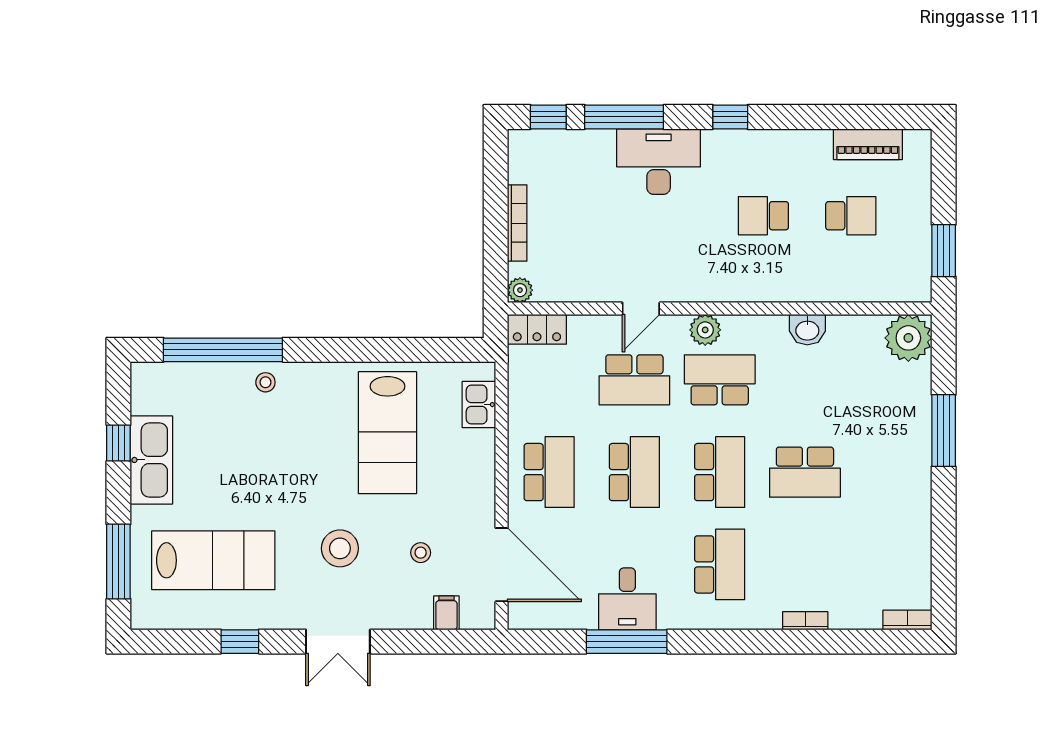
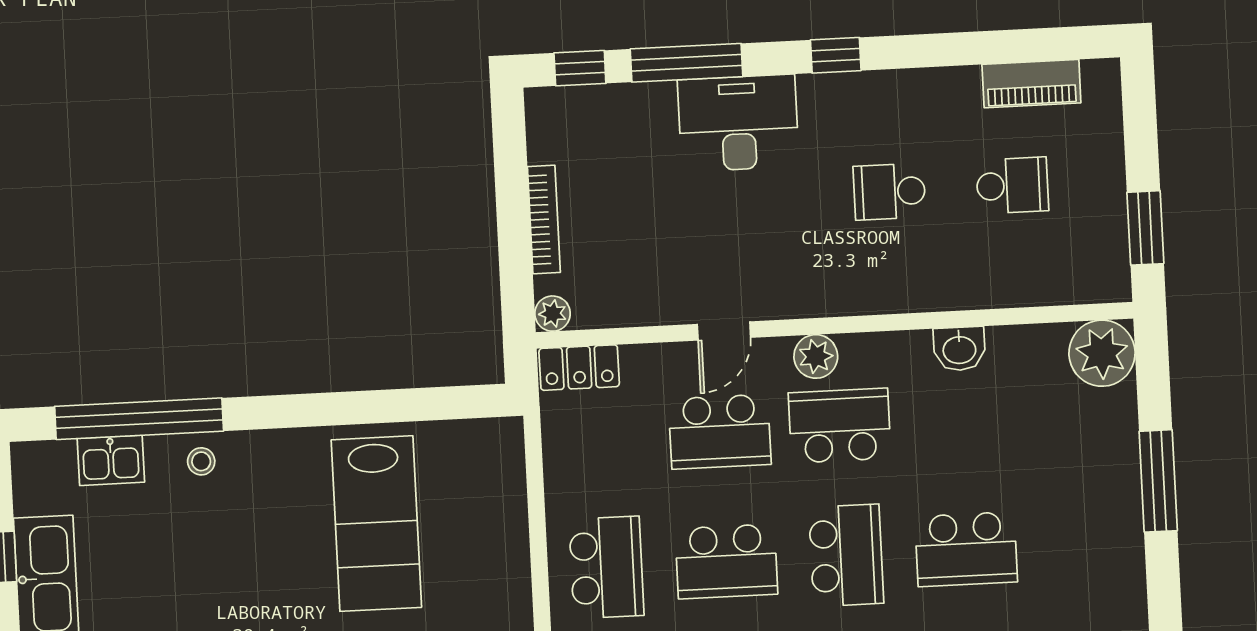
kitchen sink: (479, 405) -> (111, 460), moved, turned -90
school desk: (634, 472) -> (726, 561), turned 90

